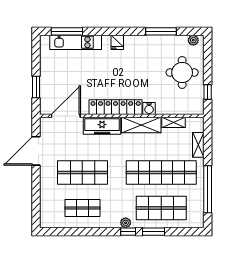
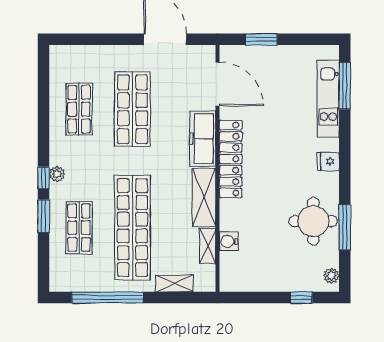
round table: (182, 73) -> (313, 221), moved
window: (208, 92) -> (301, 298), moved
water cooler: (149, 109) -> (229, 241), moved
shop shelf: (161, 208) -> (79, 228), width x0.70, depth x0.74

